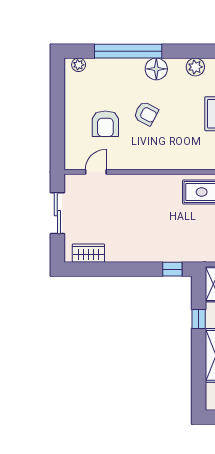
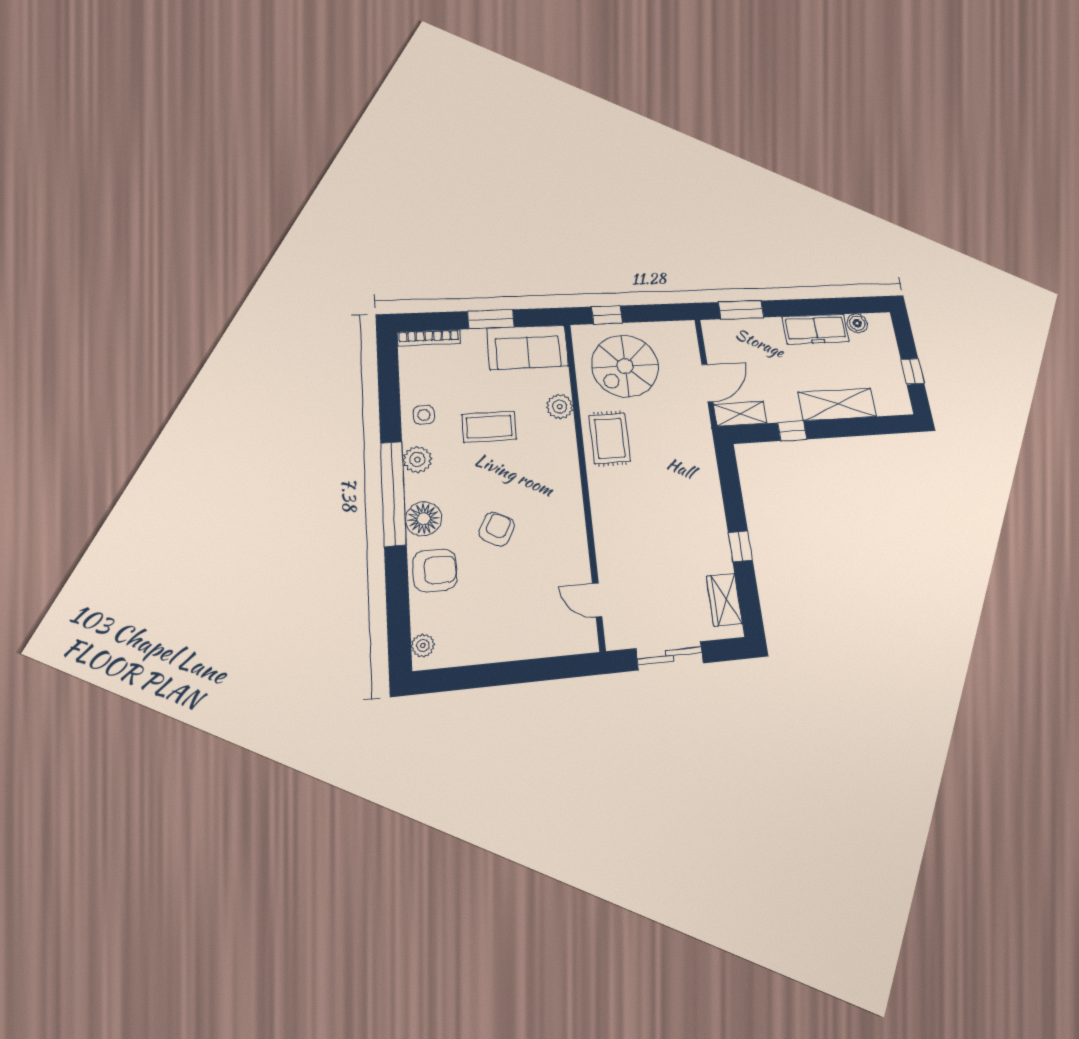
window: (128, 51) -> (393, 493), moved
armchair: (105, 124) -> (435, 570), moved
window: (172, 269) -> (740, 546), moved

